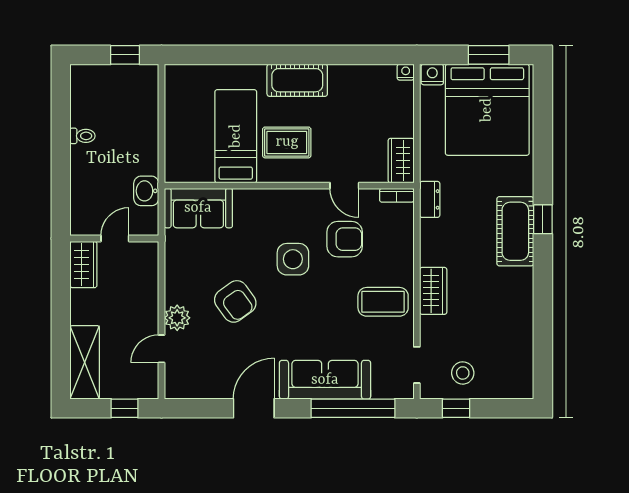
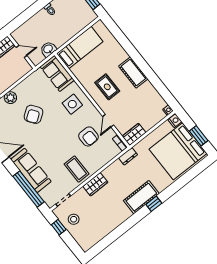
bed: (236, 136) -> (80, 48), moved
side table: (293, 259) -> (72, 104), moved

